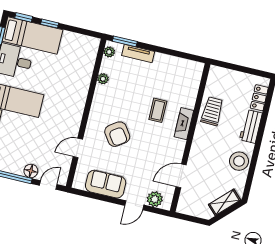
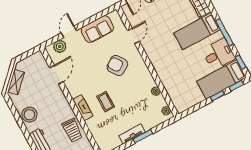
window: (125, 41) -> (143, 136), moved
tv unit: (138, 53) -> (132, 134), moved

